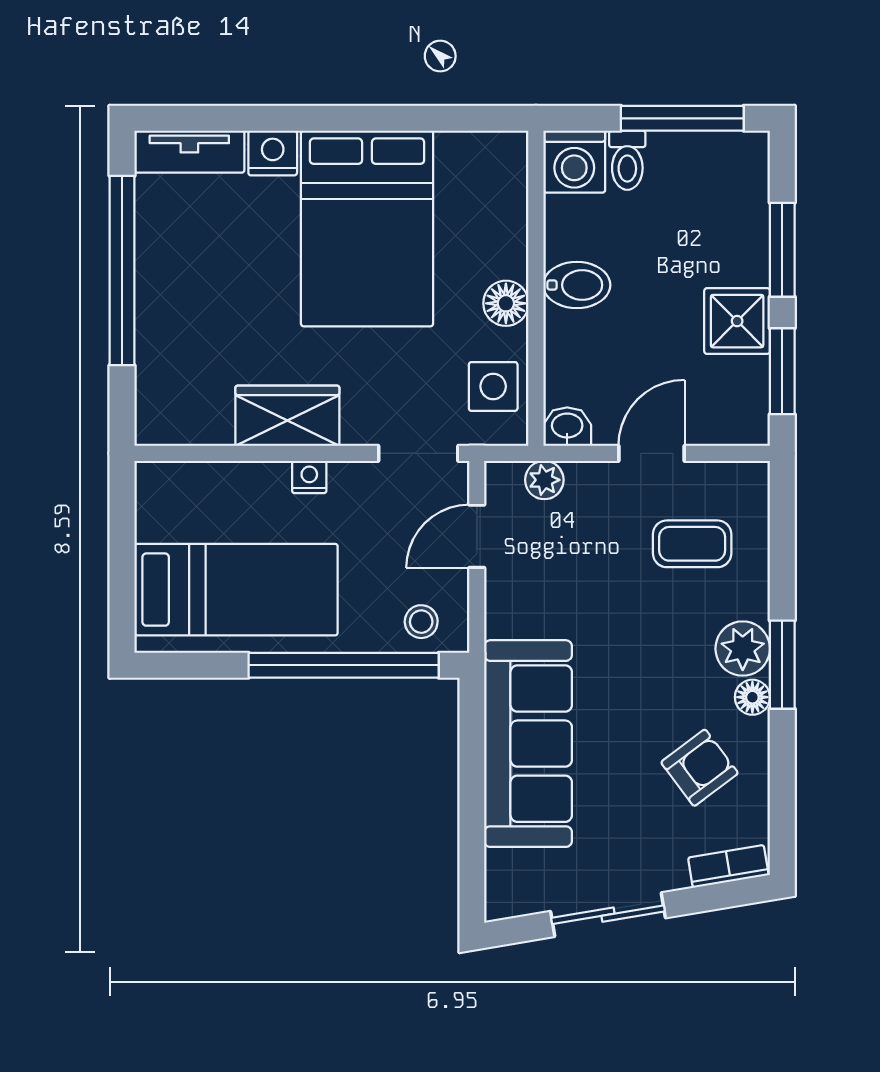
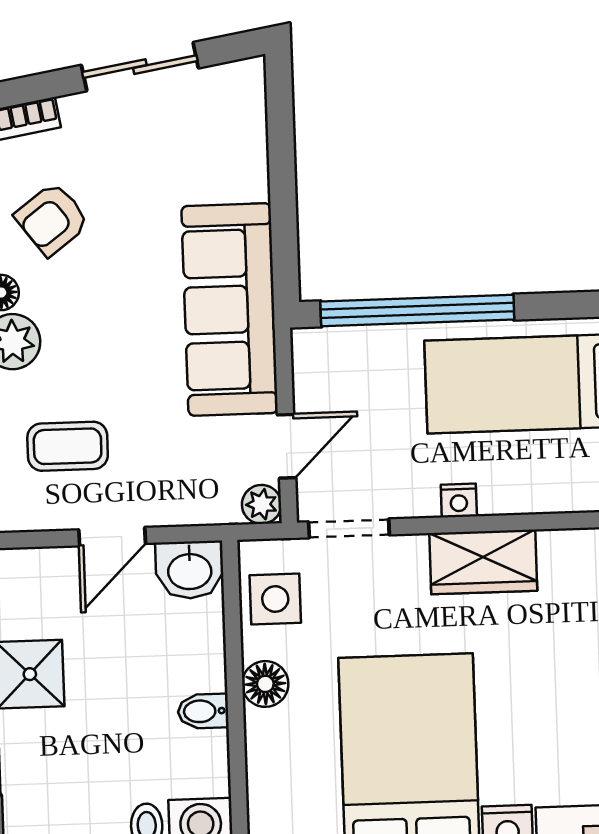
bidet: (577, 285) -> (203, 711), width x0.72, depth x0.74
washbasin: (567, 427) -> (190, 570), width x1.38, depth x1.45
plant: (544, 480) -> (262, 504), moved
stool: (421, 622) -> (340, 358), removed
sofa: (528, 744) -> (230, 310), moved

